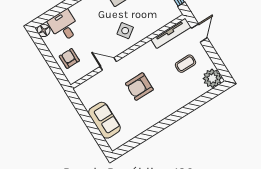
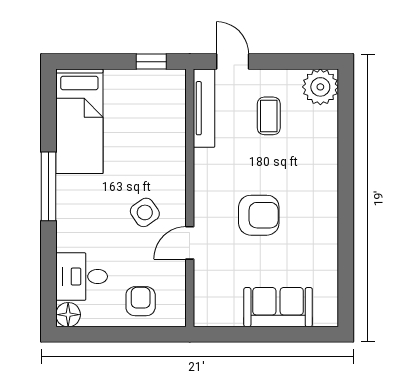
side table: (125, 31) -> (145, 212), moved
armchair: (69, 58) -> (141, 301), turned 90
armchair: (139, 87) -> (259, 215), turned -90

